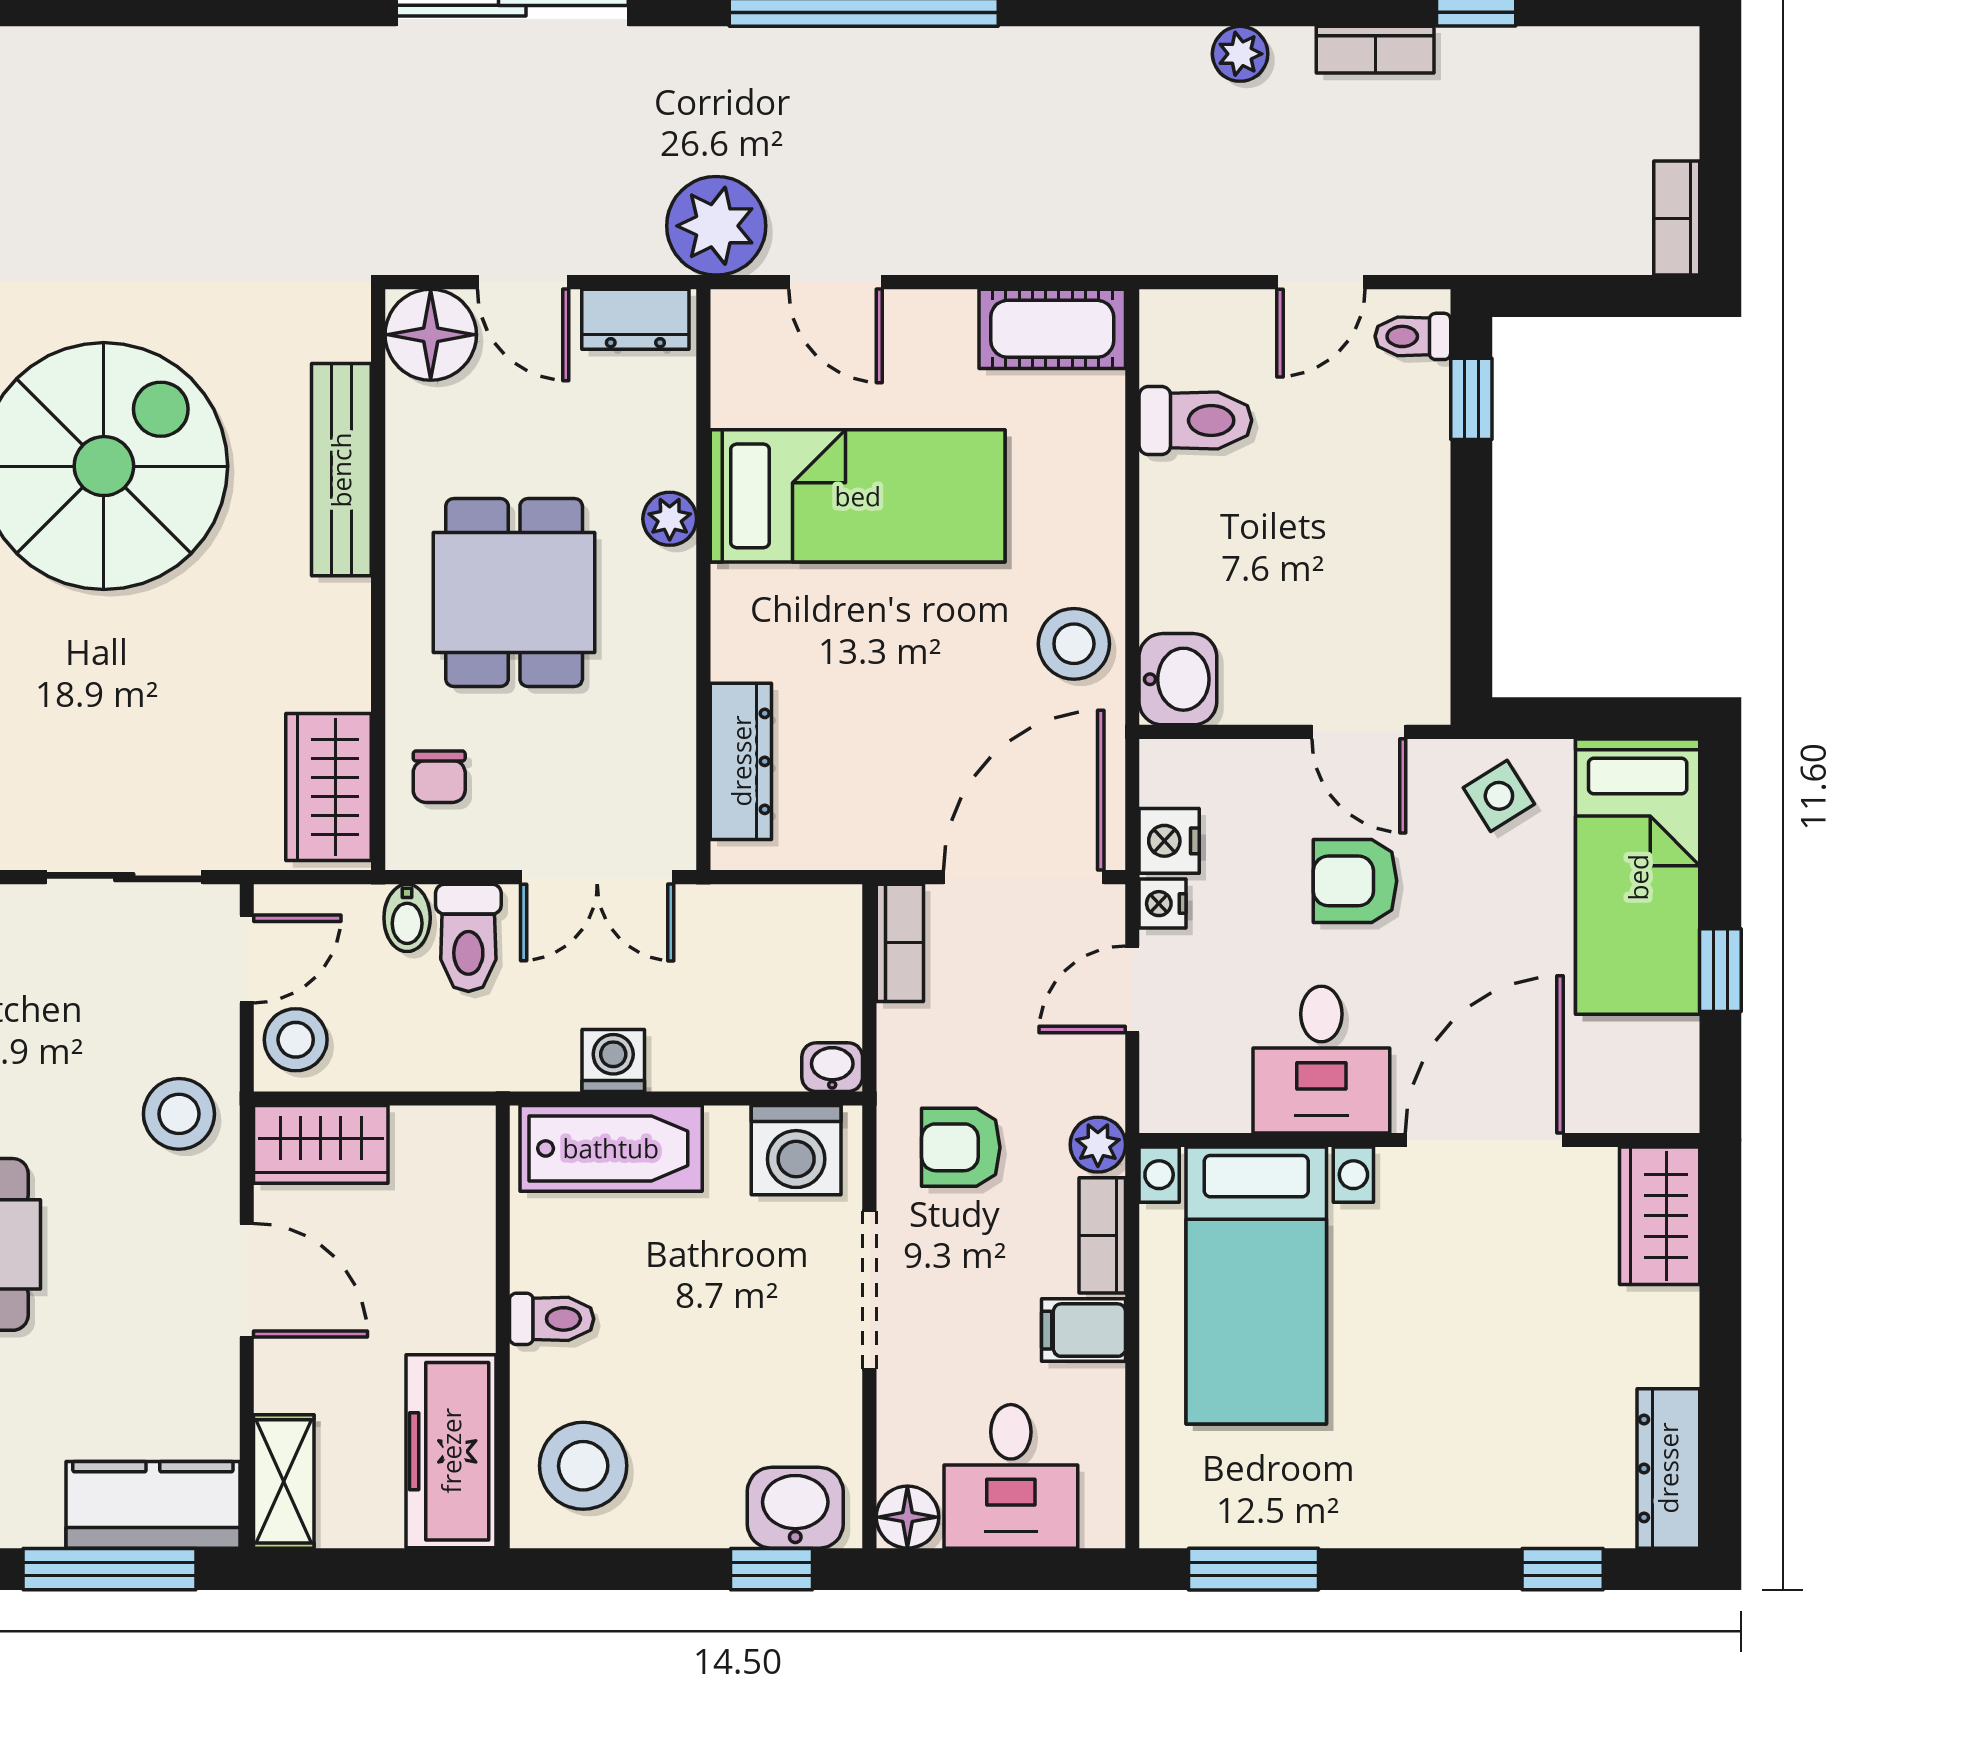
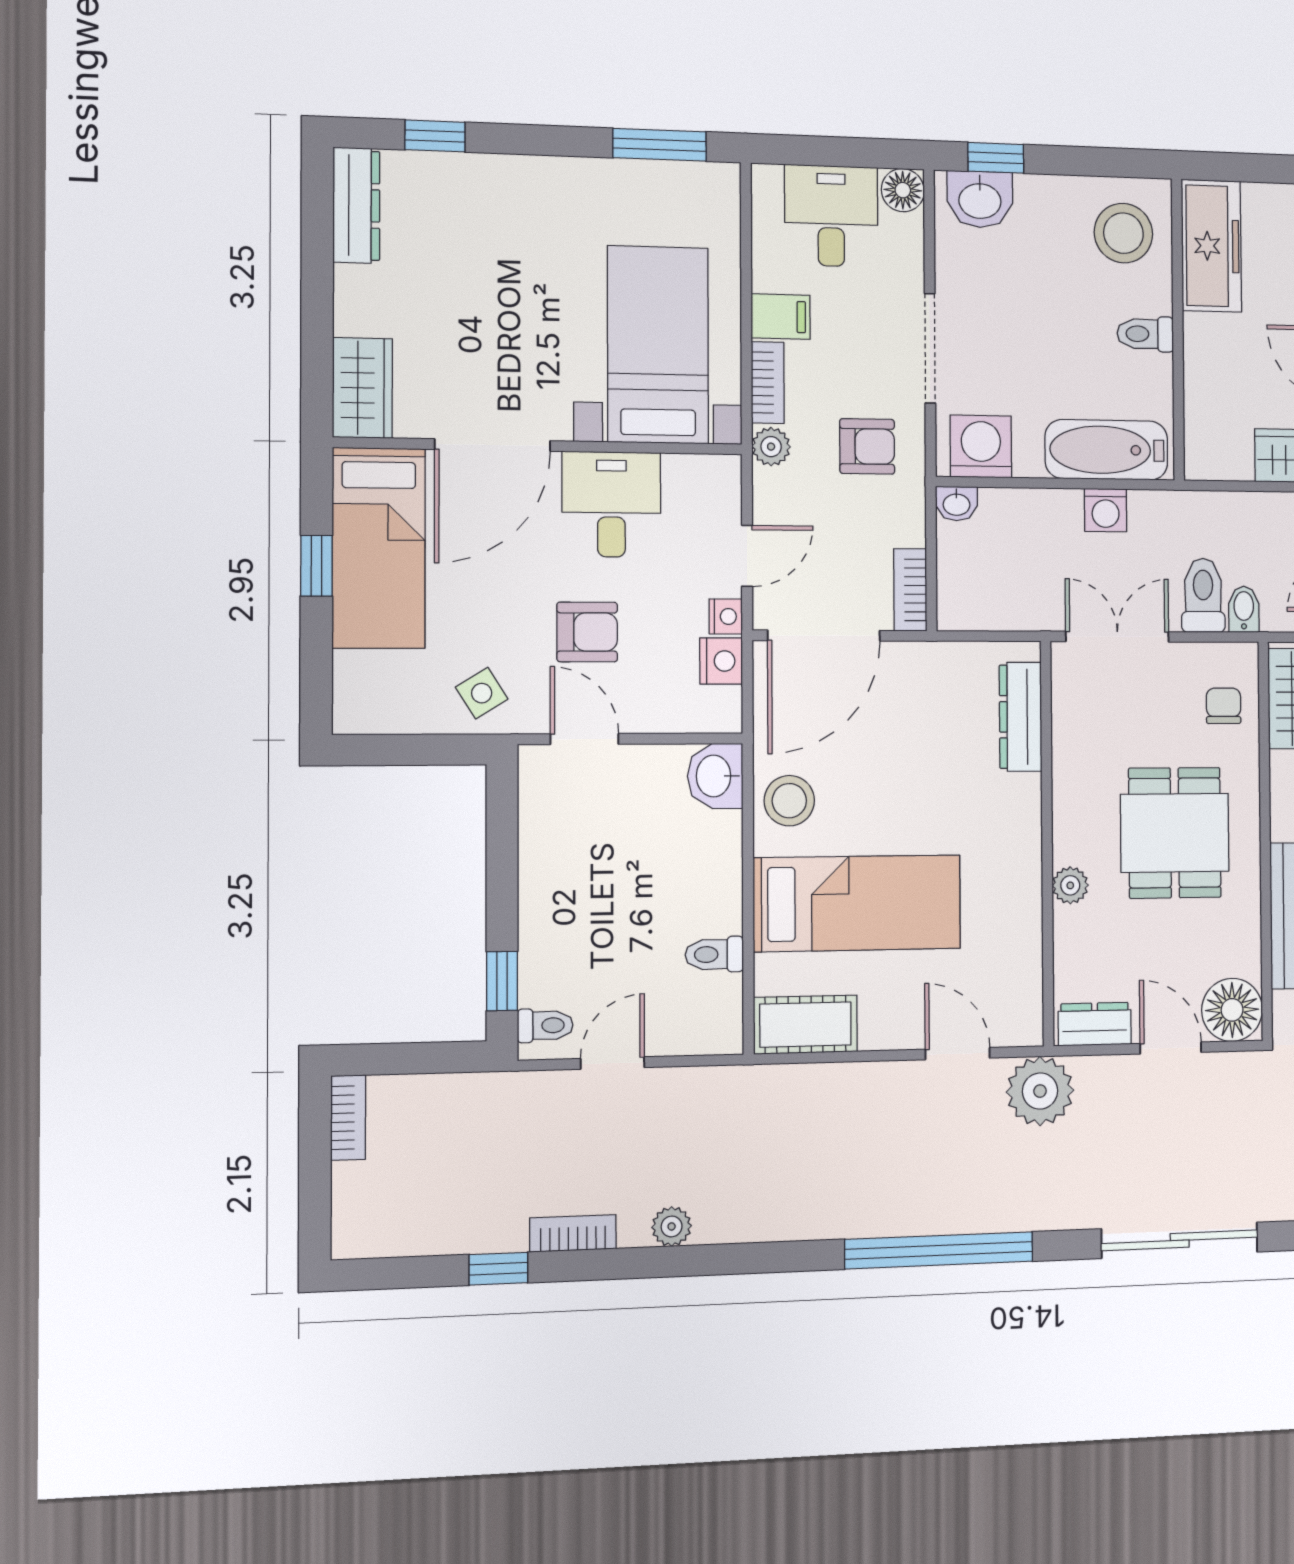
toilet: (1195, 420) -> (714, 954), width x0.73, depth x0.72
bed: (858, 496) -> (857, 903), moved, turned 180
bed: (1638, 877) -> (379, 548), moved, turned 180

